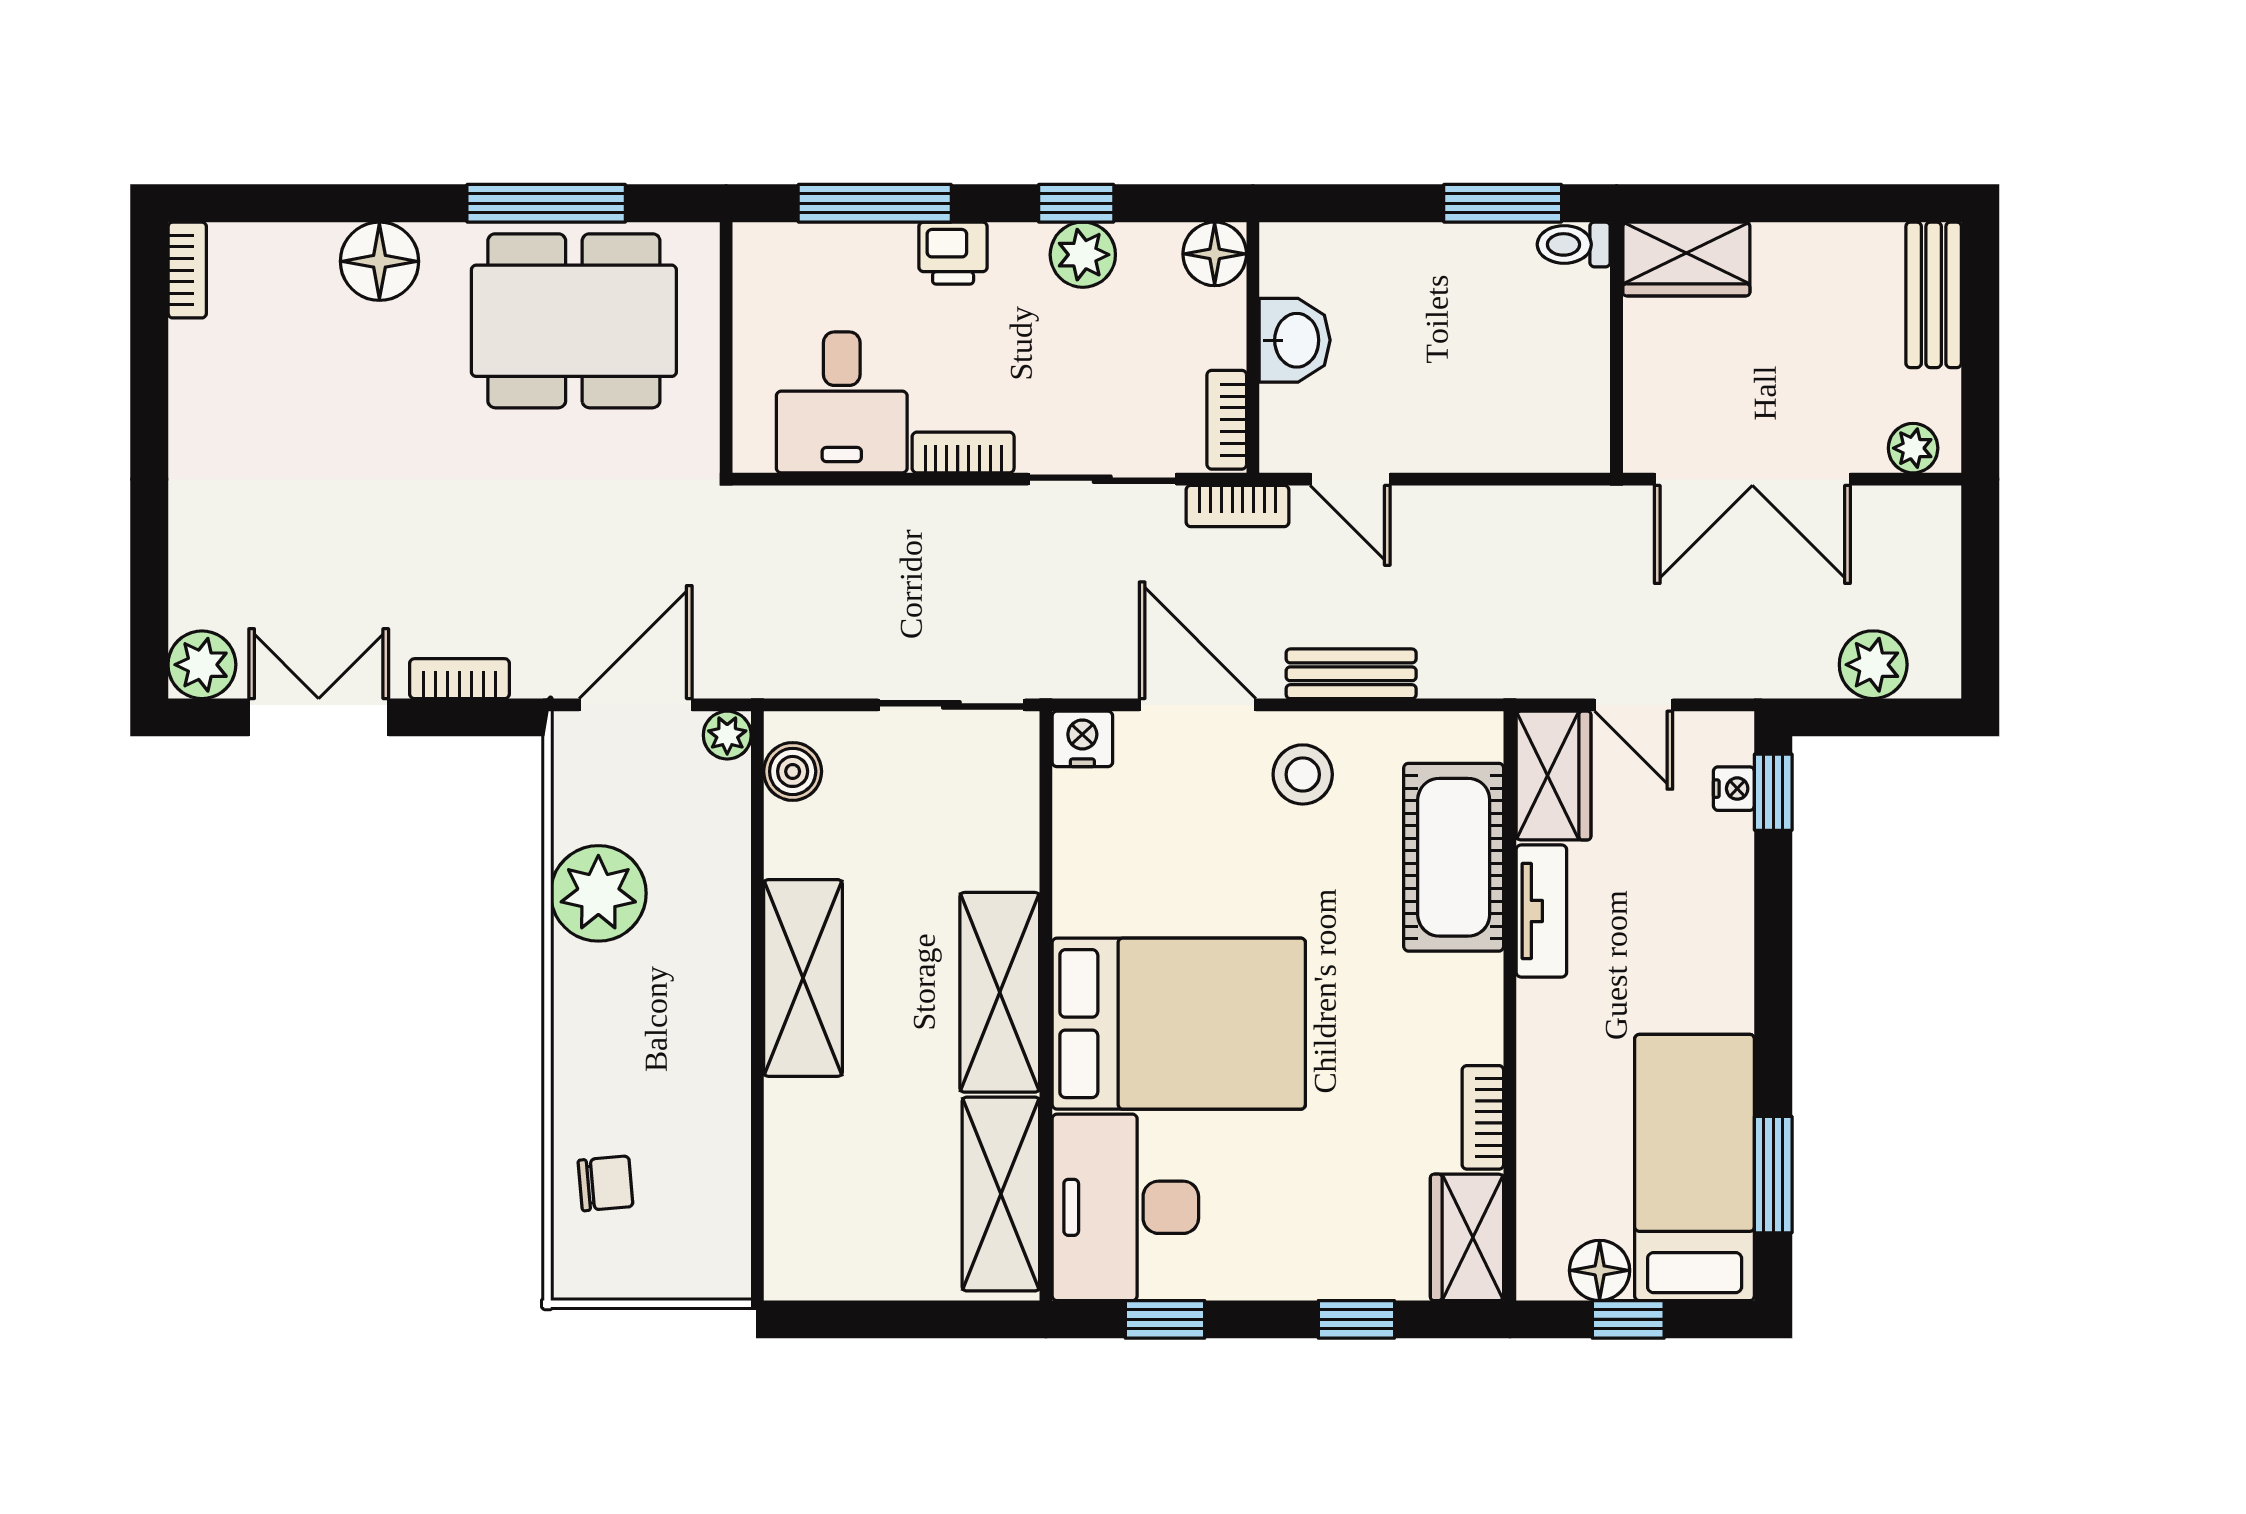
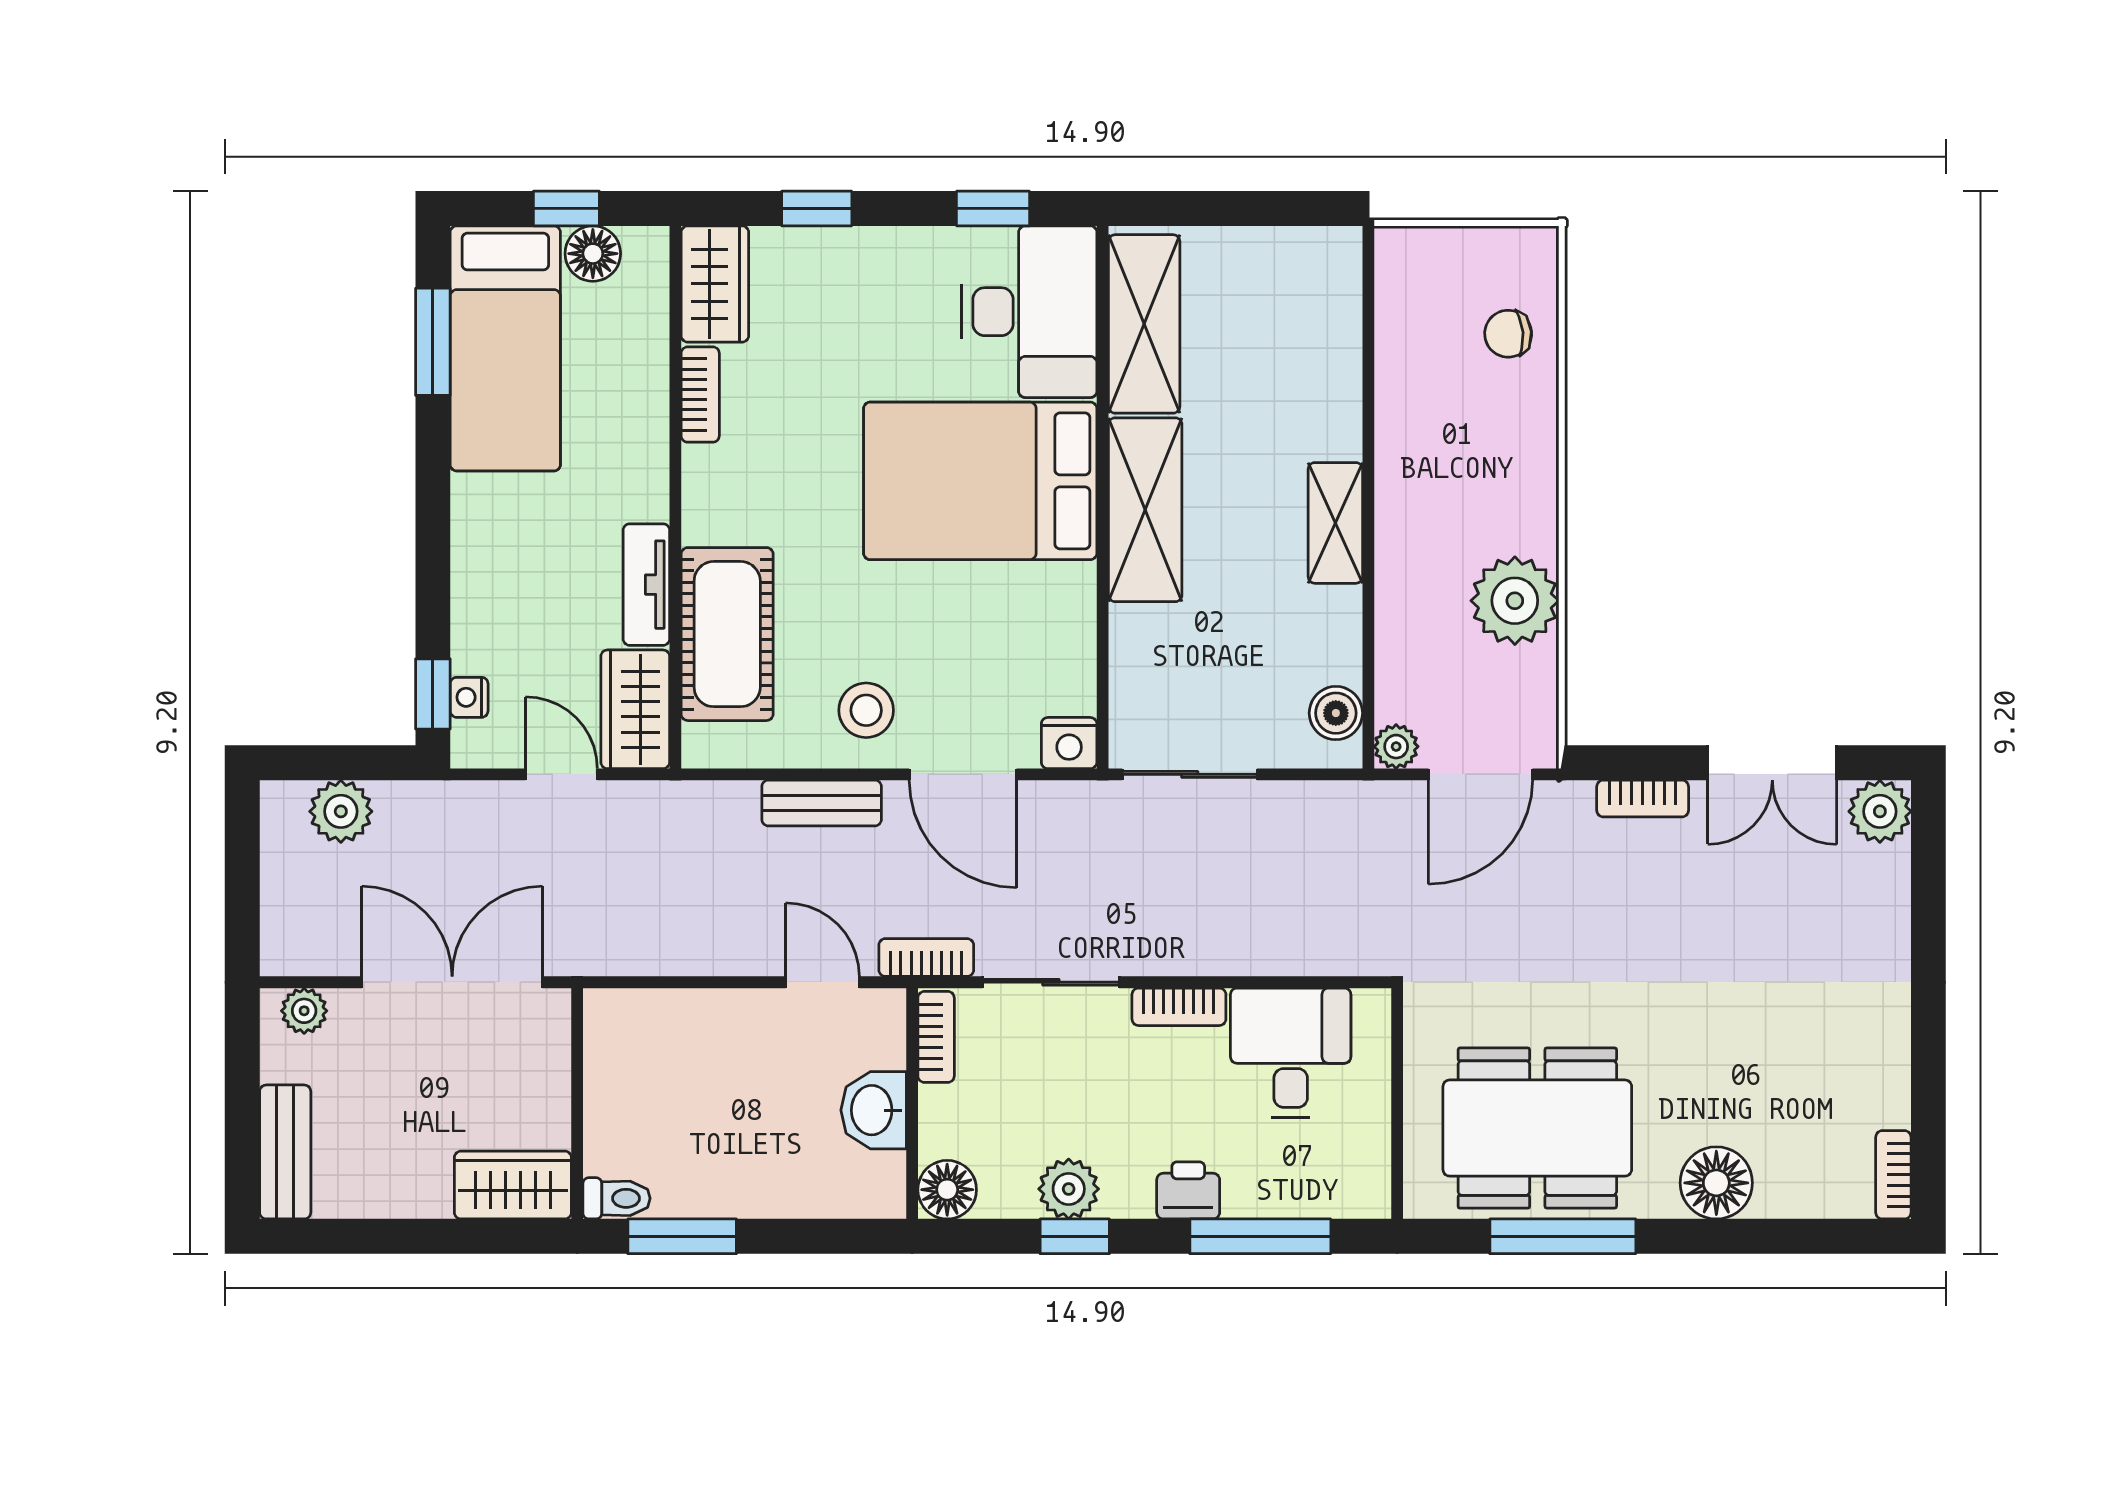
shelving: (803, 978) -> (1335, 523), width x0.67, depth x0.75

